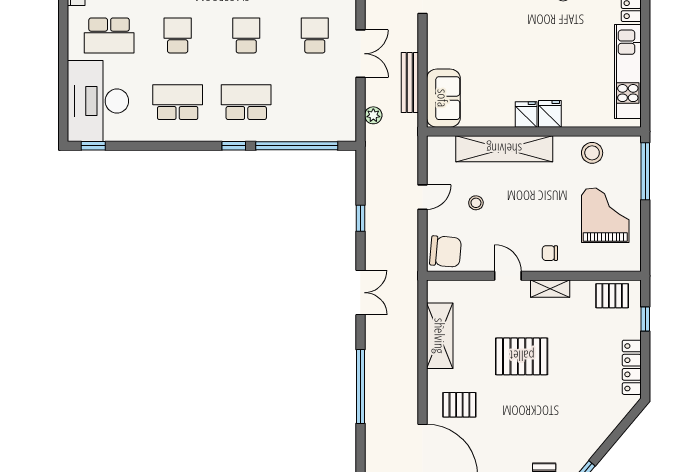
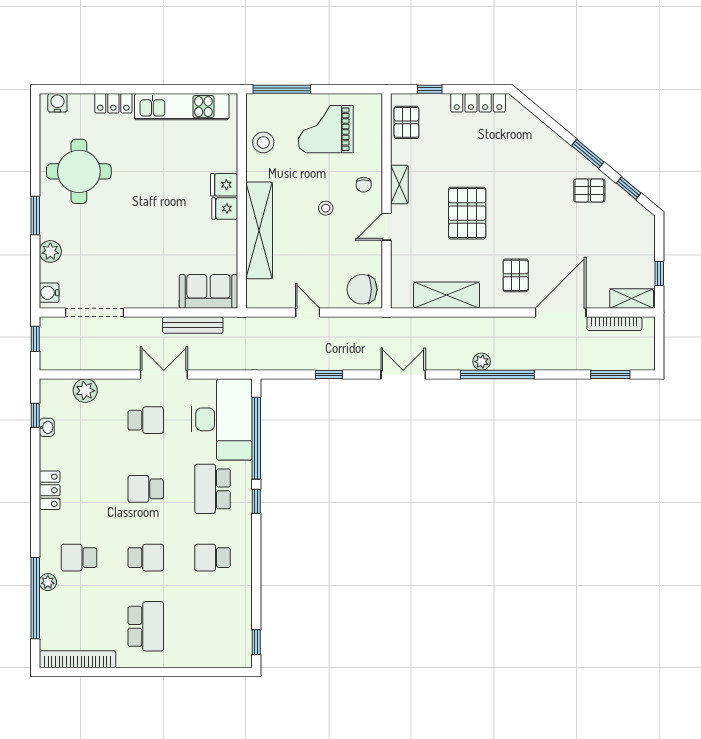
school desk: (178, 35) -> (146, 558), turned 180
school desk: (315, 35) -> (146, 420), turned 180
desk: (98, 101) -> (222, 419), moved, turned -90
school desk: (178, 102) -> (212, 558), width x0.54
plant: (373, 115) -> (482, 362), moved
stool: (476, 203) -> (326, 208), moved
chair: (445, 251) -> (362, 289), turned -95

